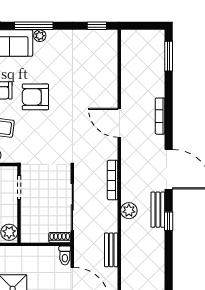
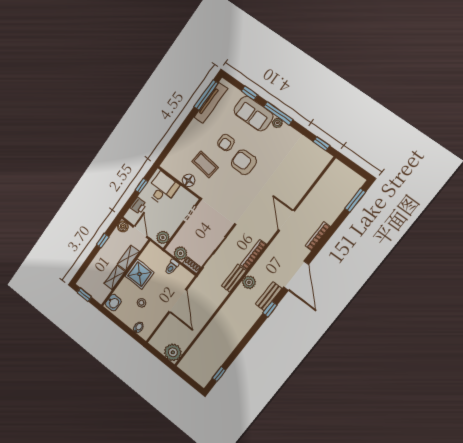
plant: (39, 234) -> (181, 253), added
bench: (111, 250) -> (234, 278), moved
toilet: (65, 255) -> (172, 267), moved

